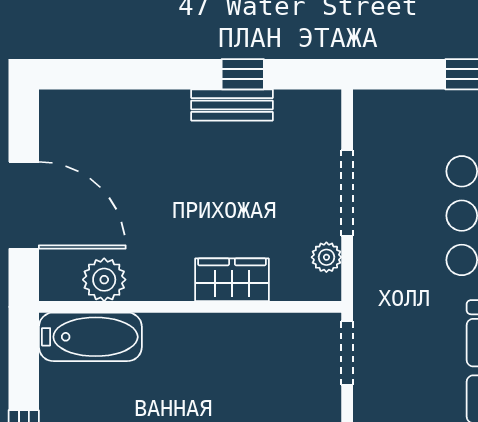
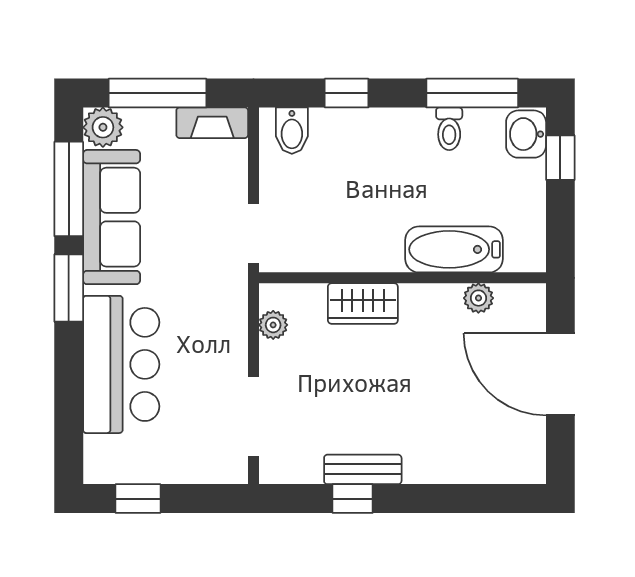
doorway: (347, 193) -> (254, 417), moved
plant: (104, 280) -> (478, 298), width x0.73, depth x0.73
bathtub: (90, 337) -> (454, 249), moved

